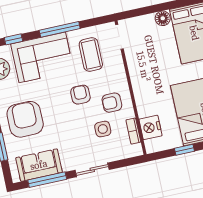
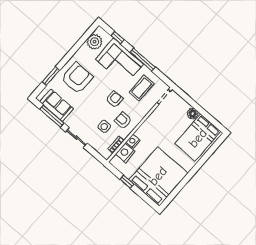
nightstand: (144, 109) -> (133, 141), added

